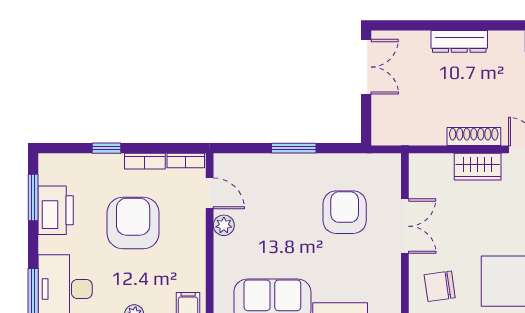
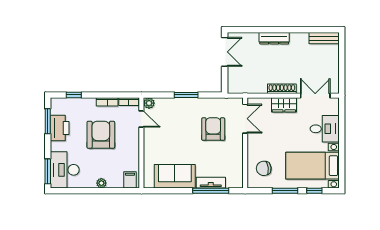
window: (107, 148) -> (74, 95), moved
plant: (224, 225) -> (149, 103), moved
double door: (405, 226) -> (245, 119), moved

